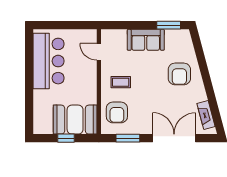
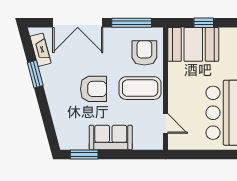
armchair: (179, 74) -> (93, 89), moved, turned 90
coffee table: (121, 82) -> (140, 88), width x1.86, depth x1.72
window: (211, 94) -> (35, 74), added
window: (128, 138) -> (132, 23), width x1.44

